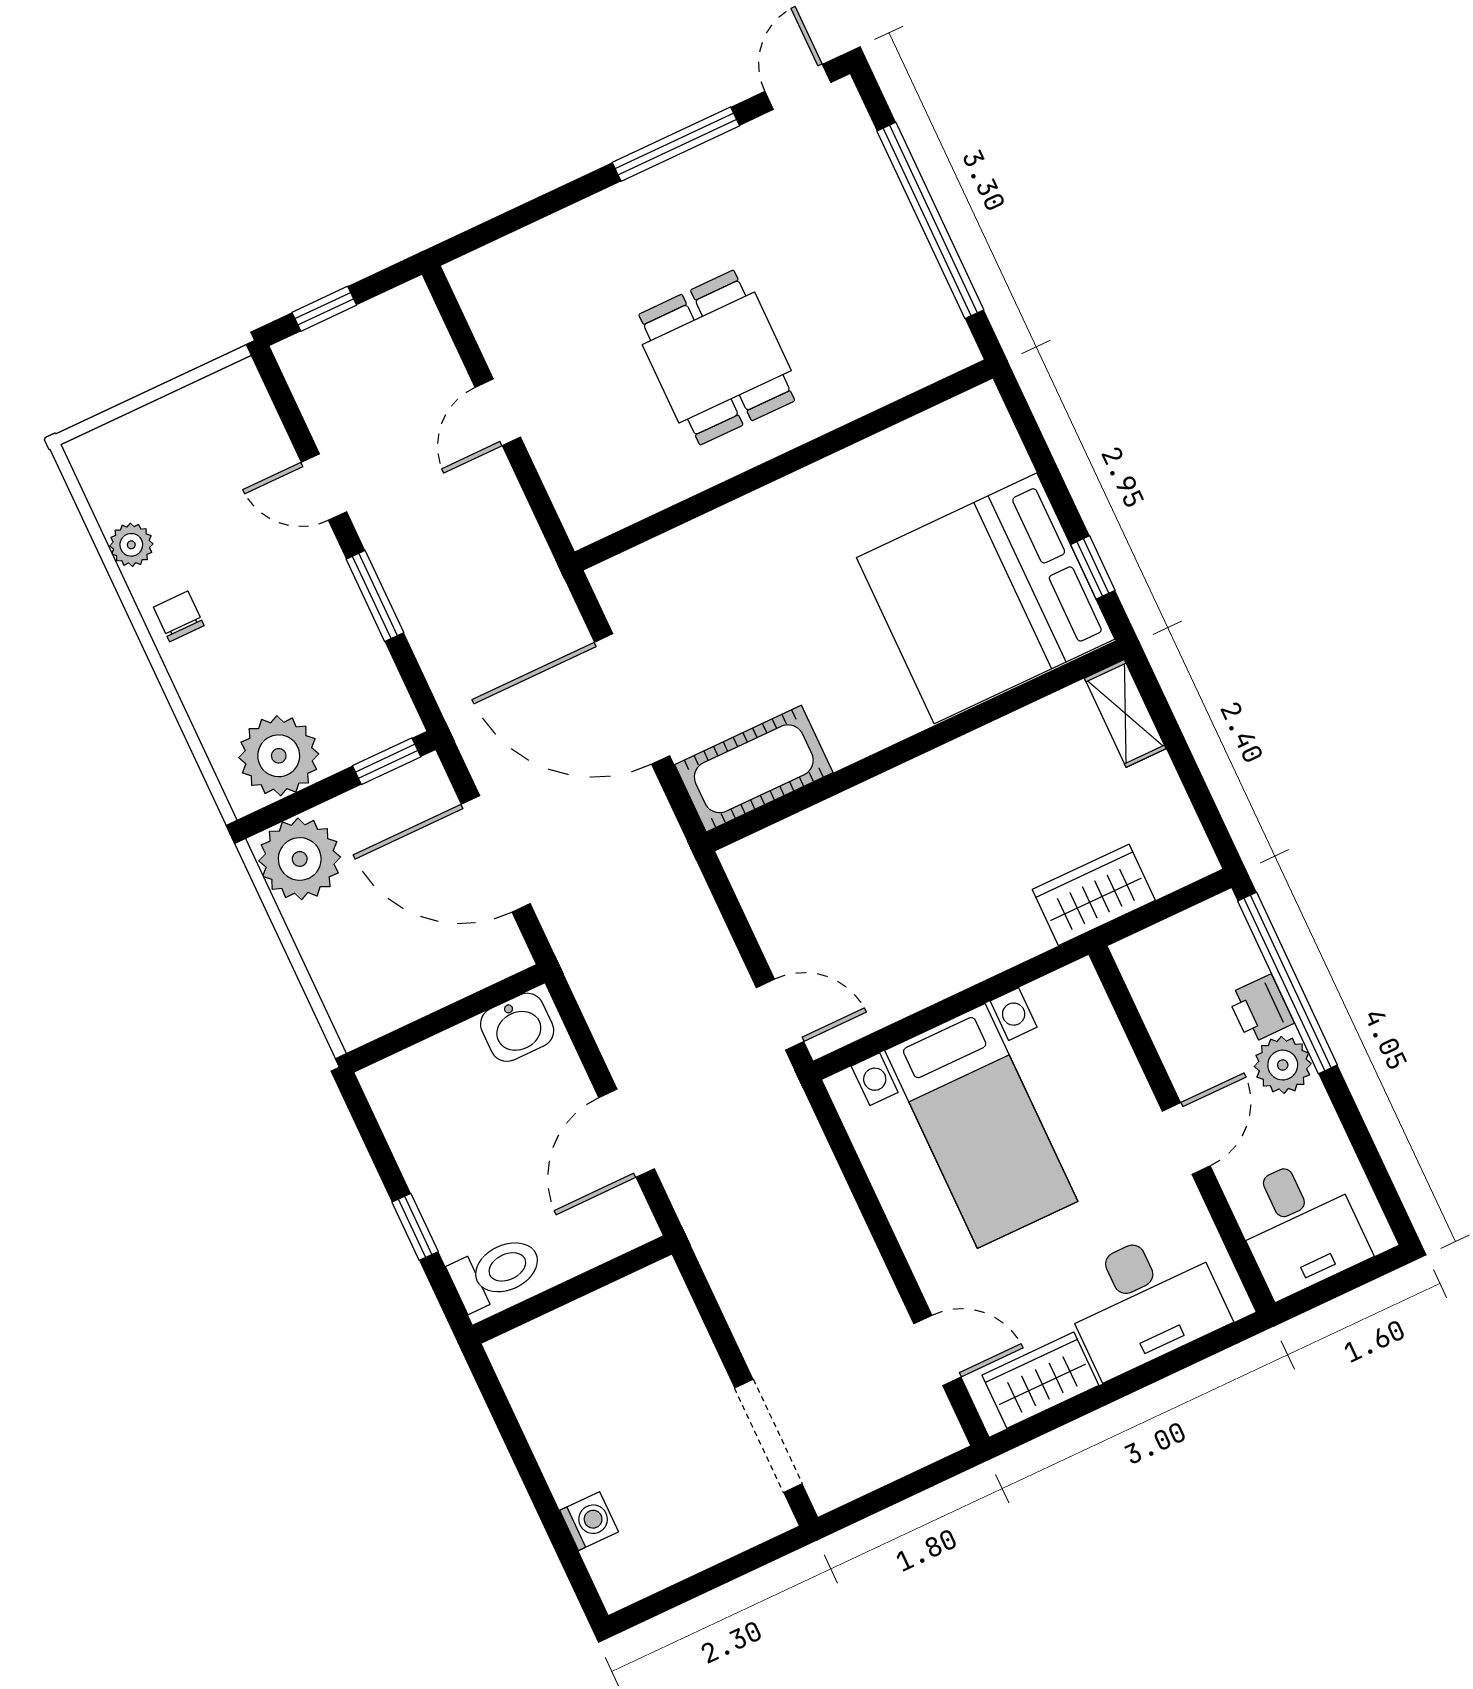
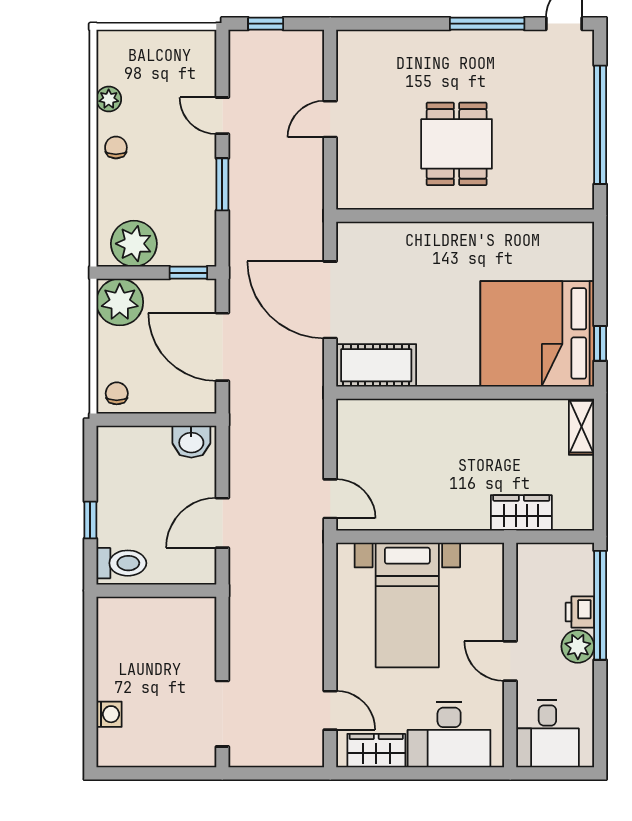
chair: (363, 1006) -> (117, 393), added
door: (1186, 1138) -> (510, 661), swing flipped

